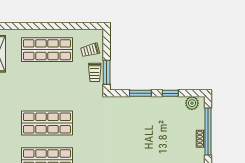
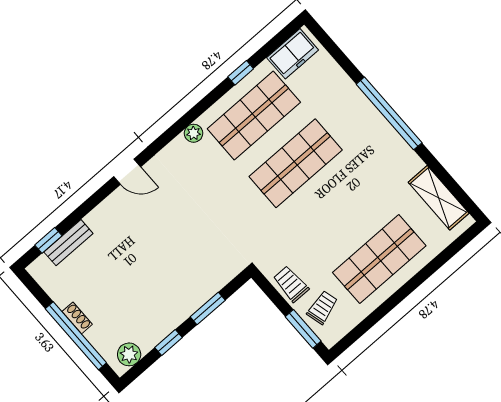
window: (107, 72) -> (303, 329), moved

